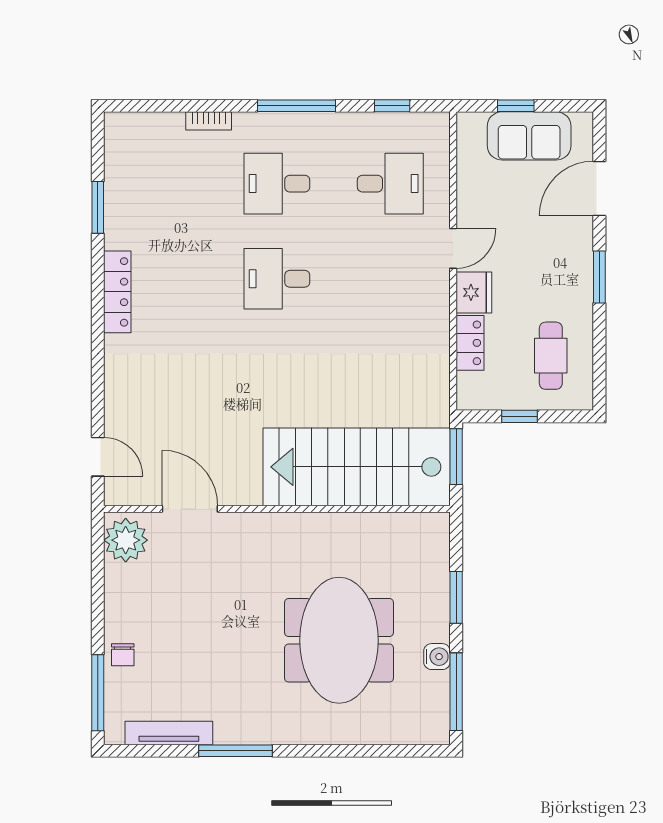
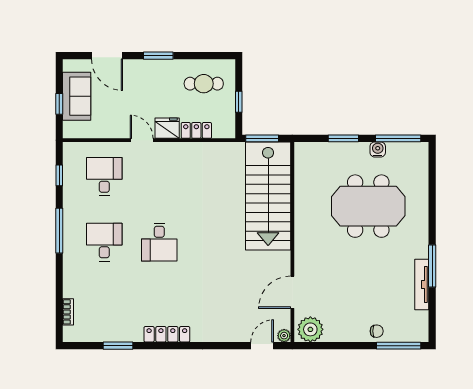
bookcase: (209, 121) -> (68, 312), moved
desk: (277, 184) -> (104, 242), turned 180
plant: (115, 495) -> (284, 336), added
tv unit: (169, 733) -> (422, 285), moved

